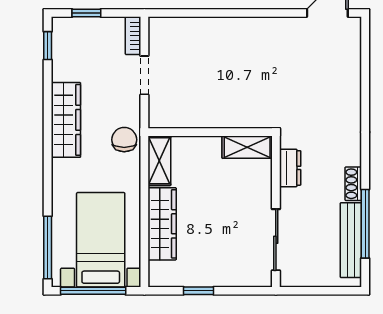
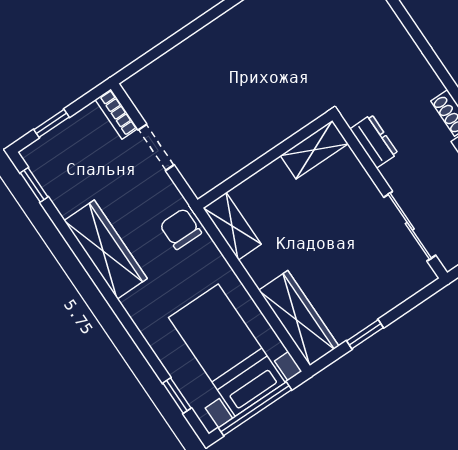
wardrobe: (162, 224) -> (299, 318), moved
window: (48, 248) -> (177, 396), width x0.46

